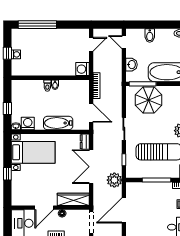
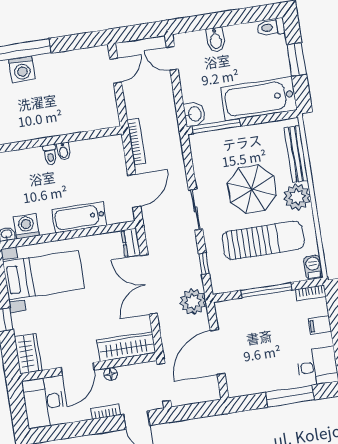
washbasin: (132, 65) -> (194, 114), moved
washing machine: (83, 69) -> (22, 69), moved, turned -90
parasol: (149, 100) -> (252, 189), moved
door: (91, 113) -> (134, 191), hinge flipped
wardrobe: (18, 195) -> (28, 353), added

